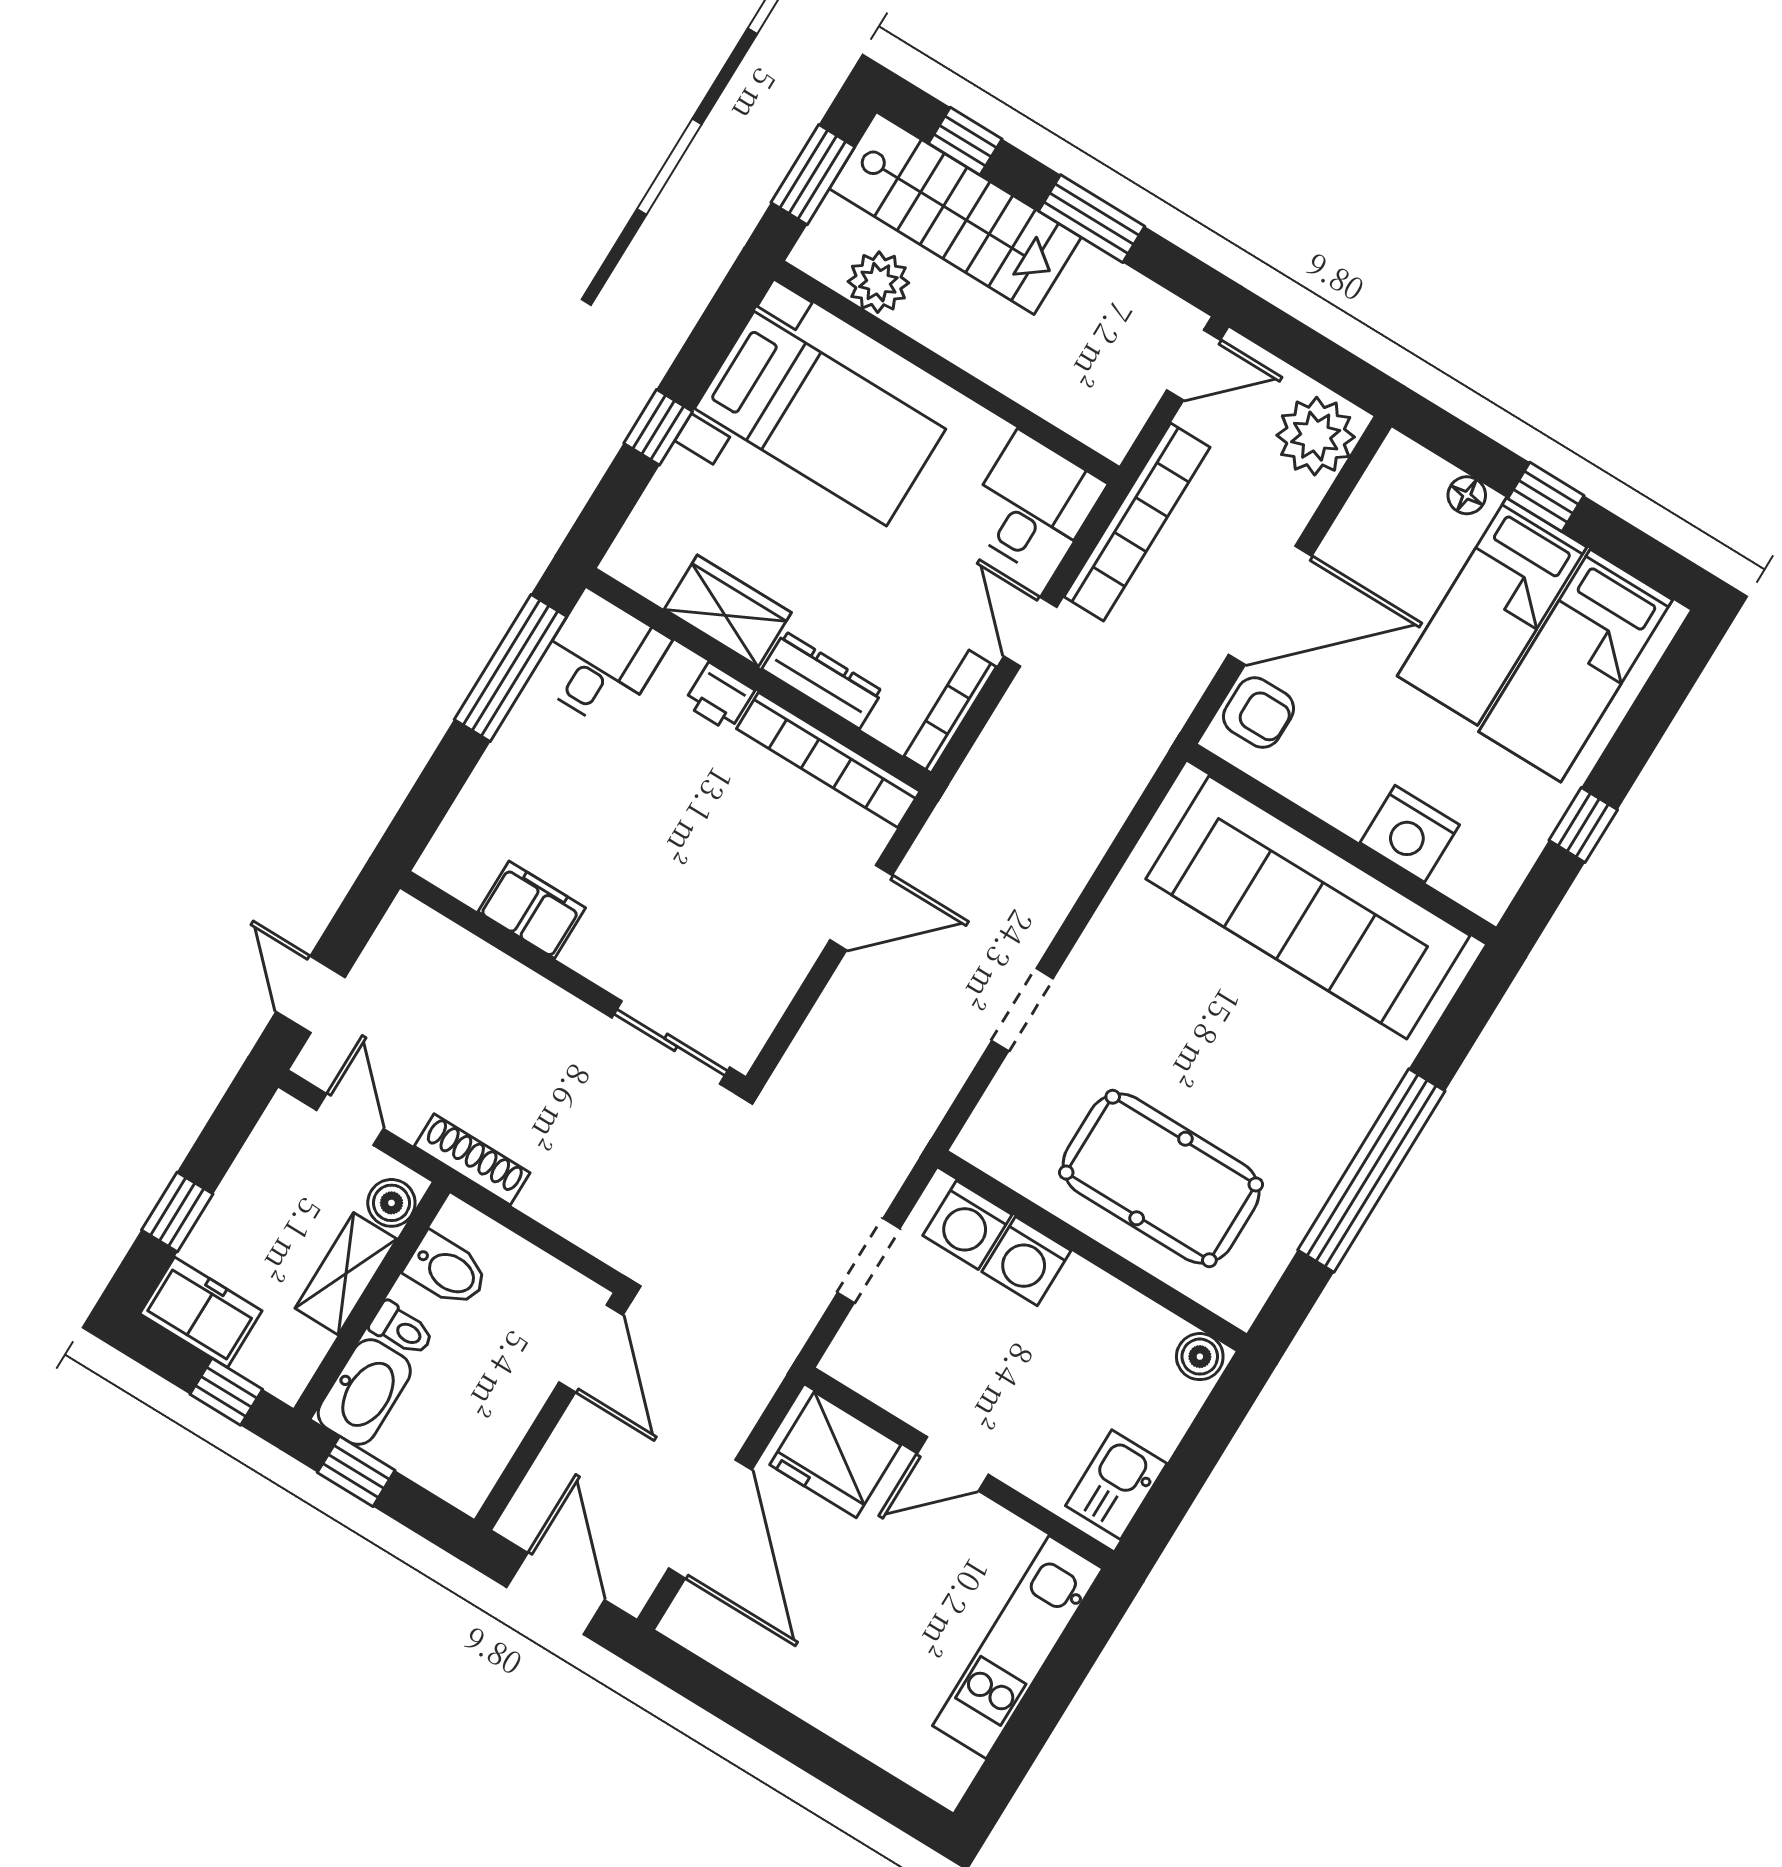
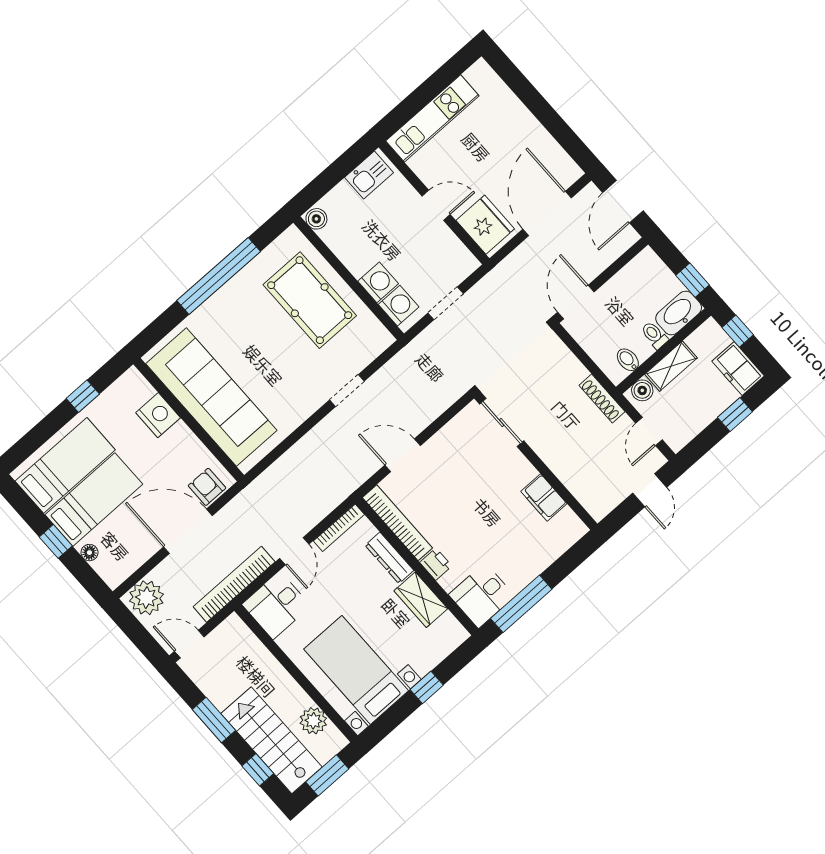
bidet: (447, 1270) -> (628, 360), width x0.72, depth x0.74

